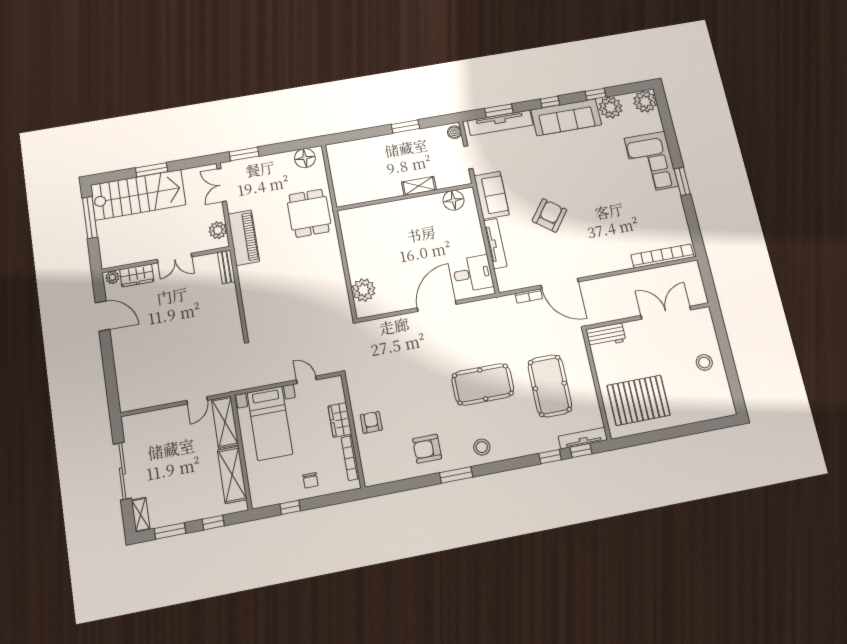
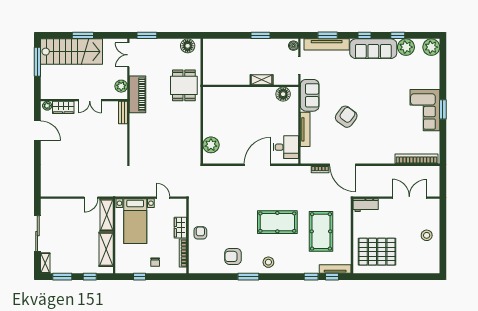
corner sofa: (651, 162) -> (425, 110), moved

